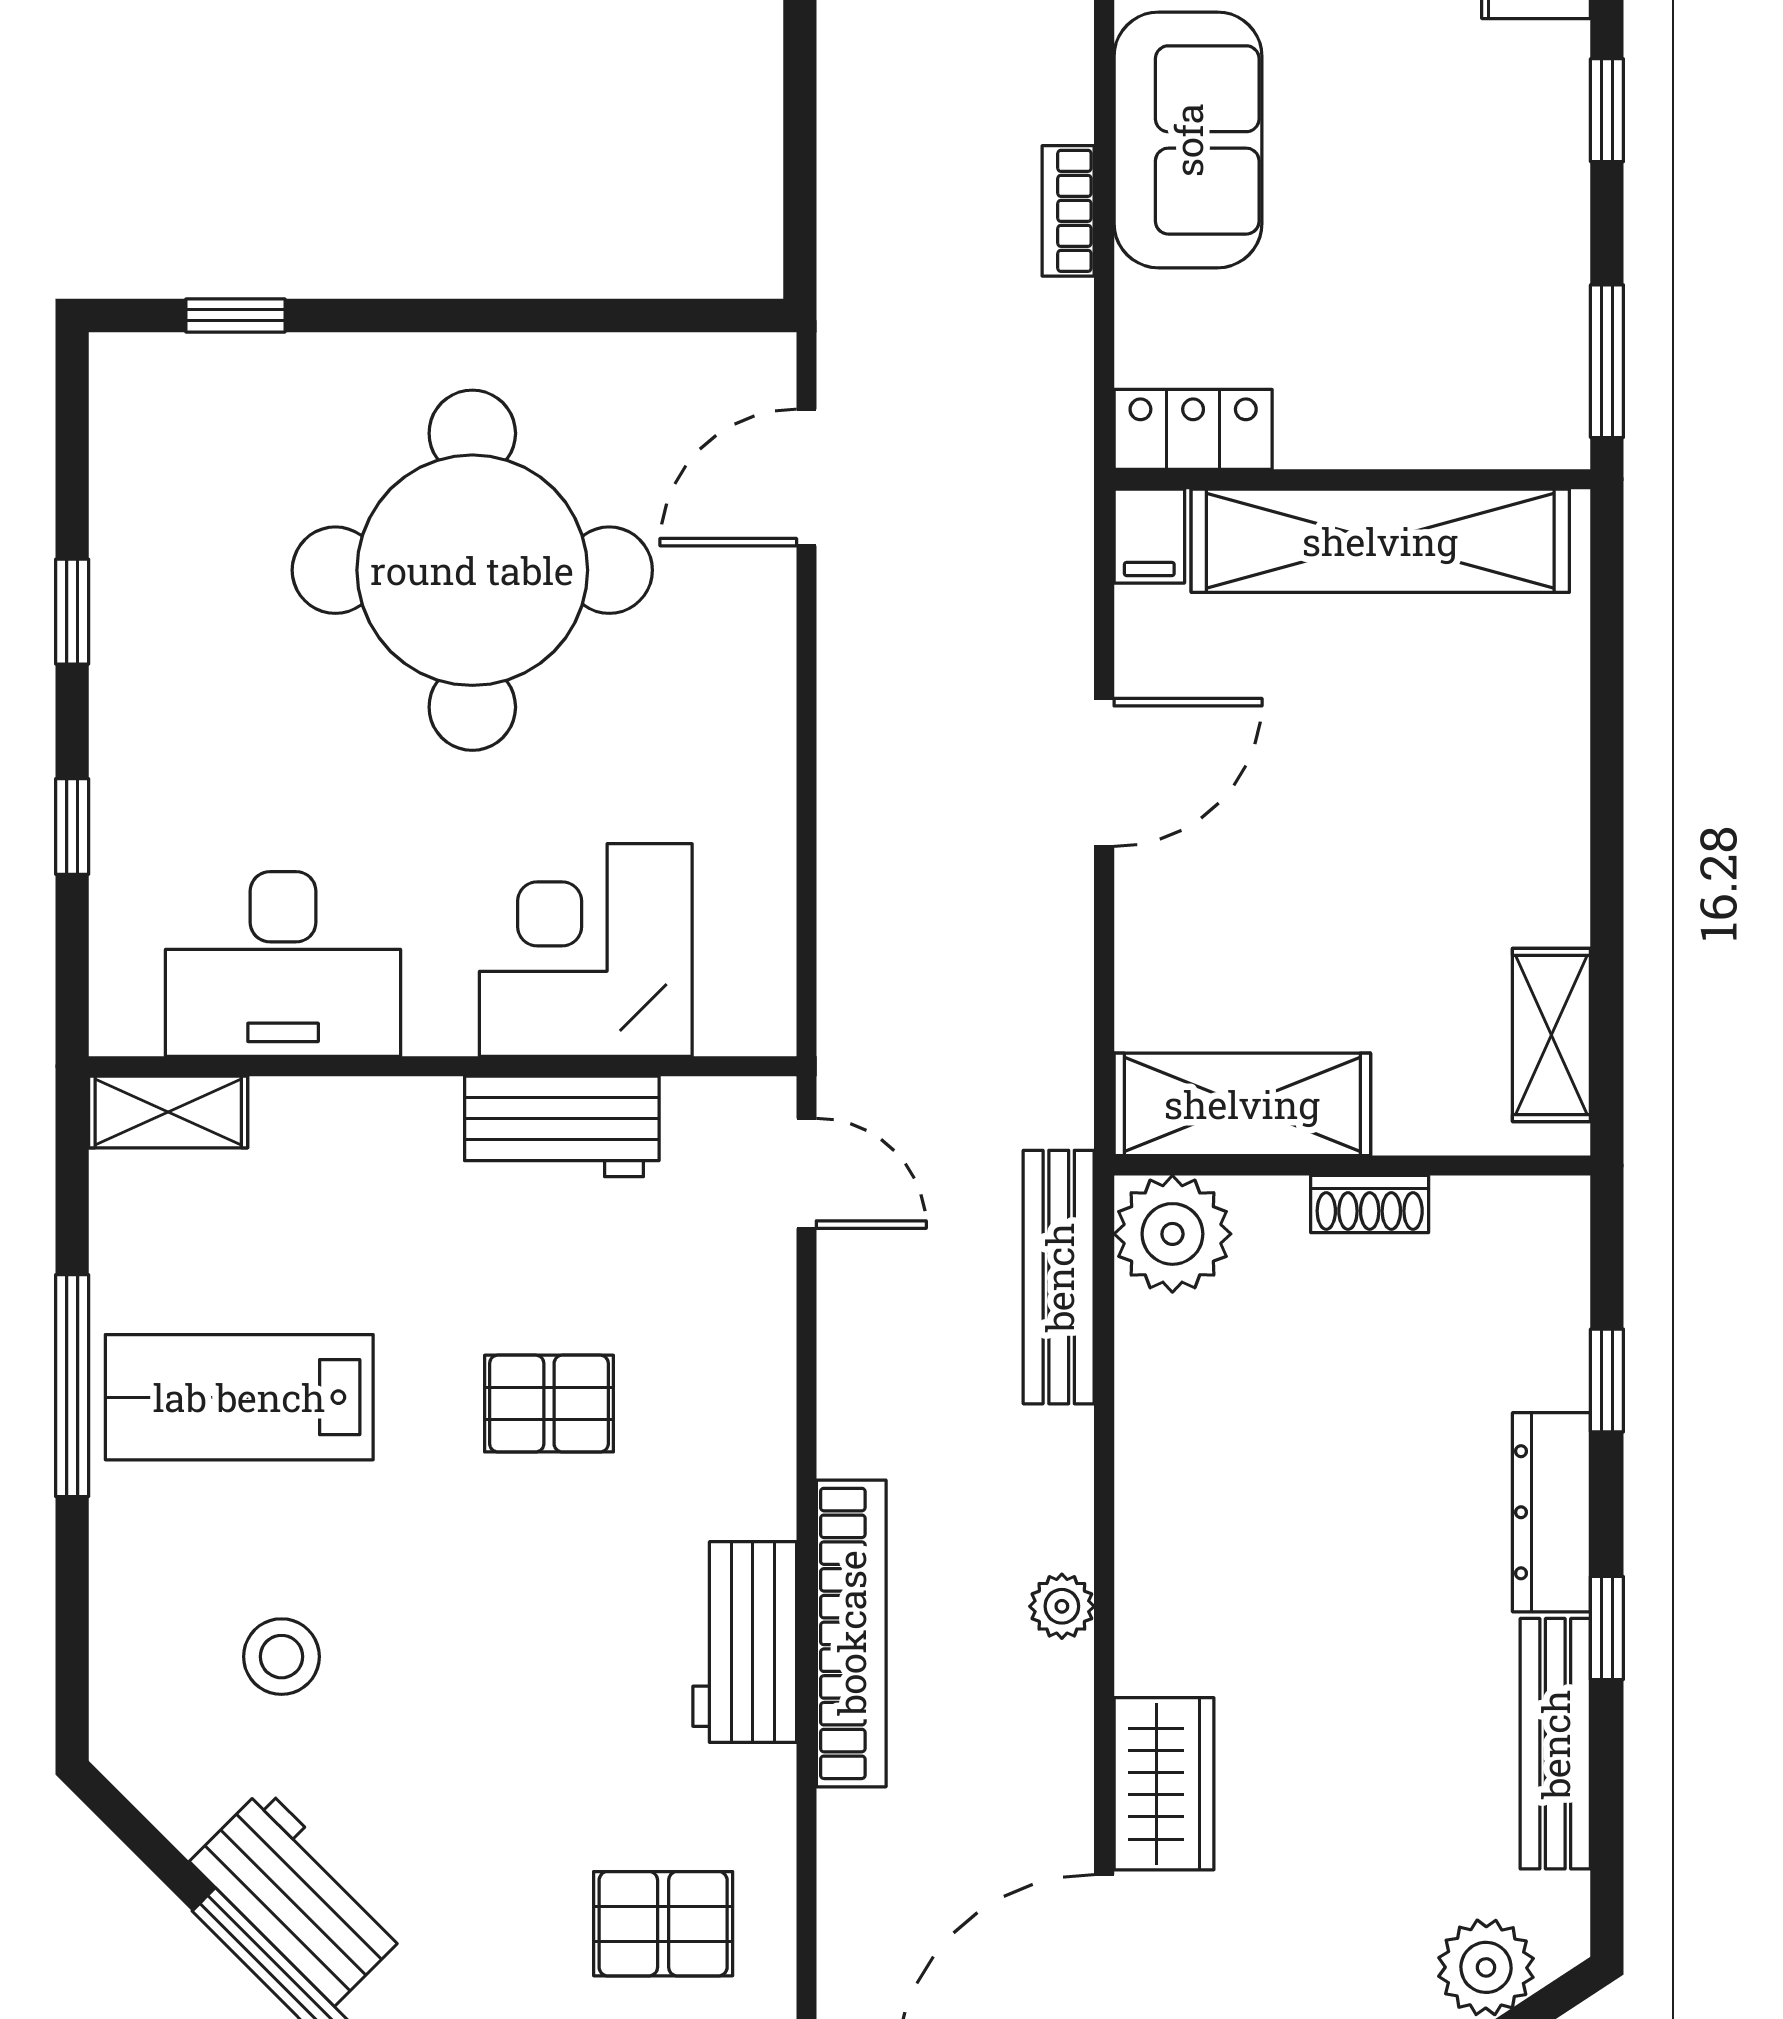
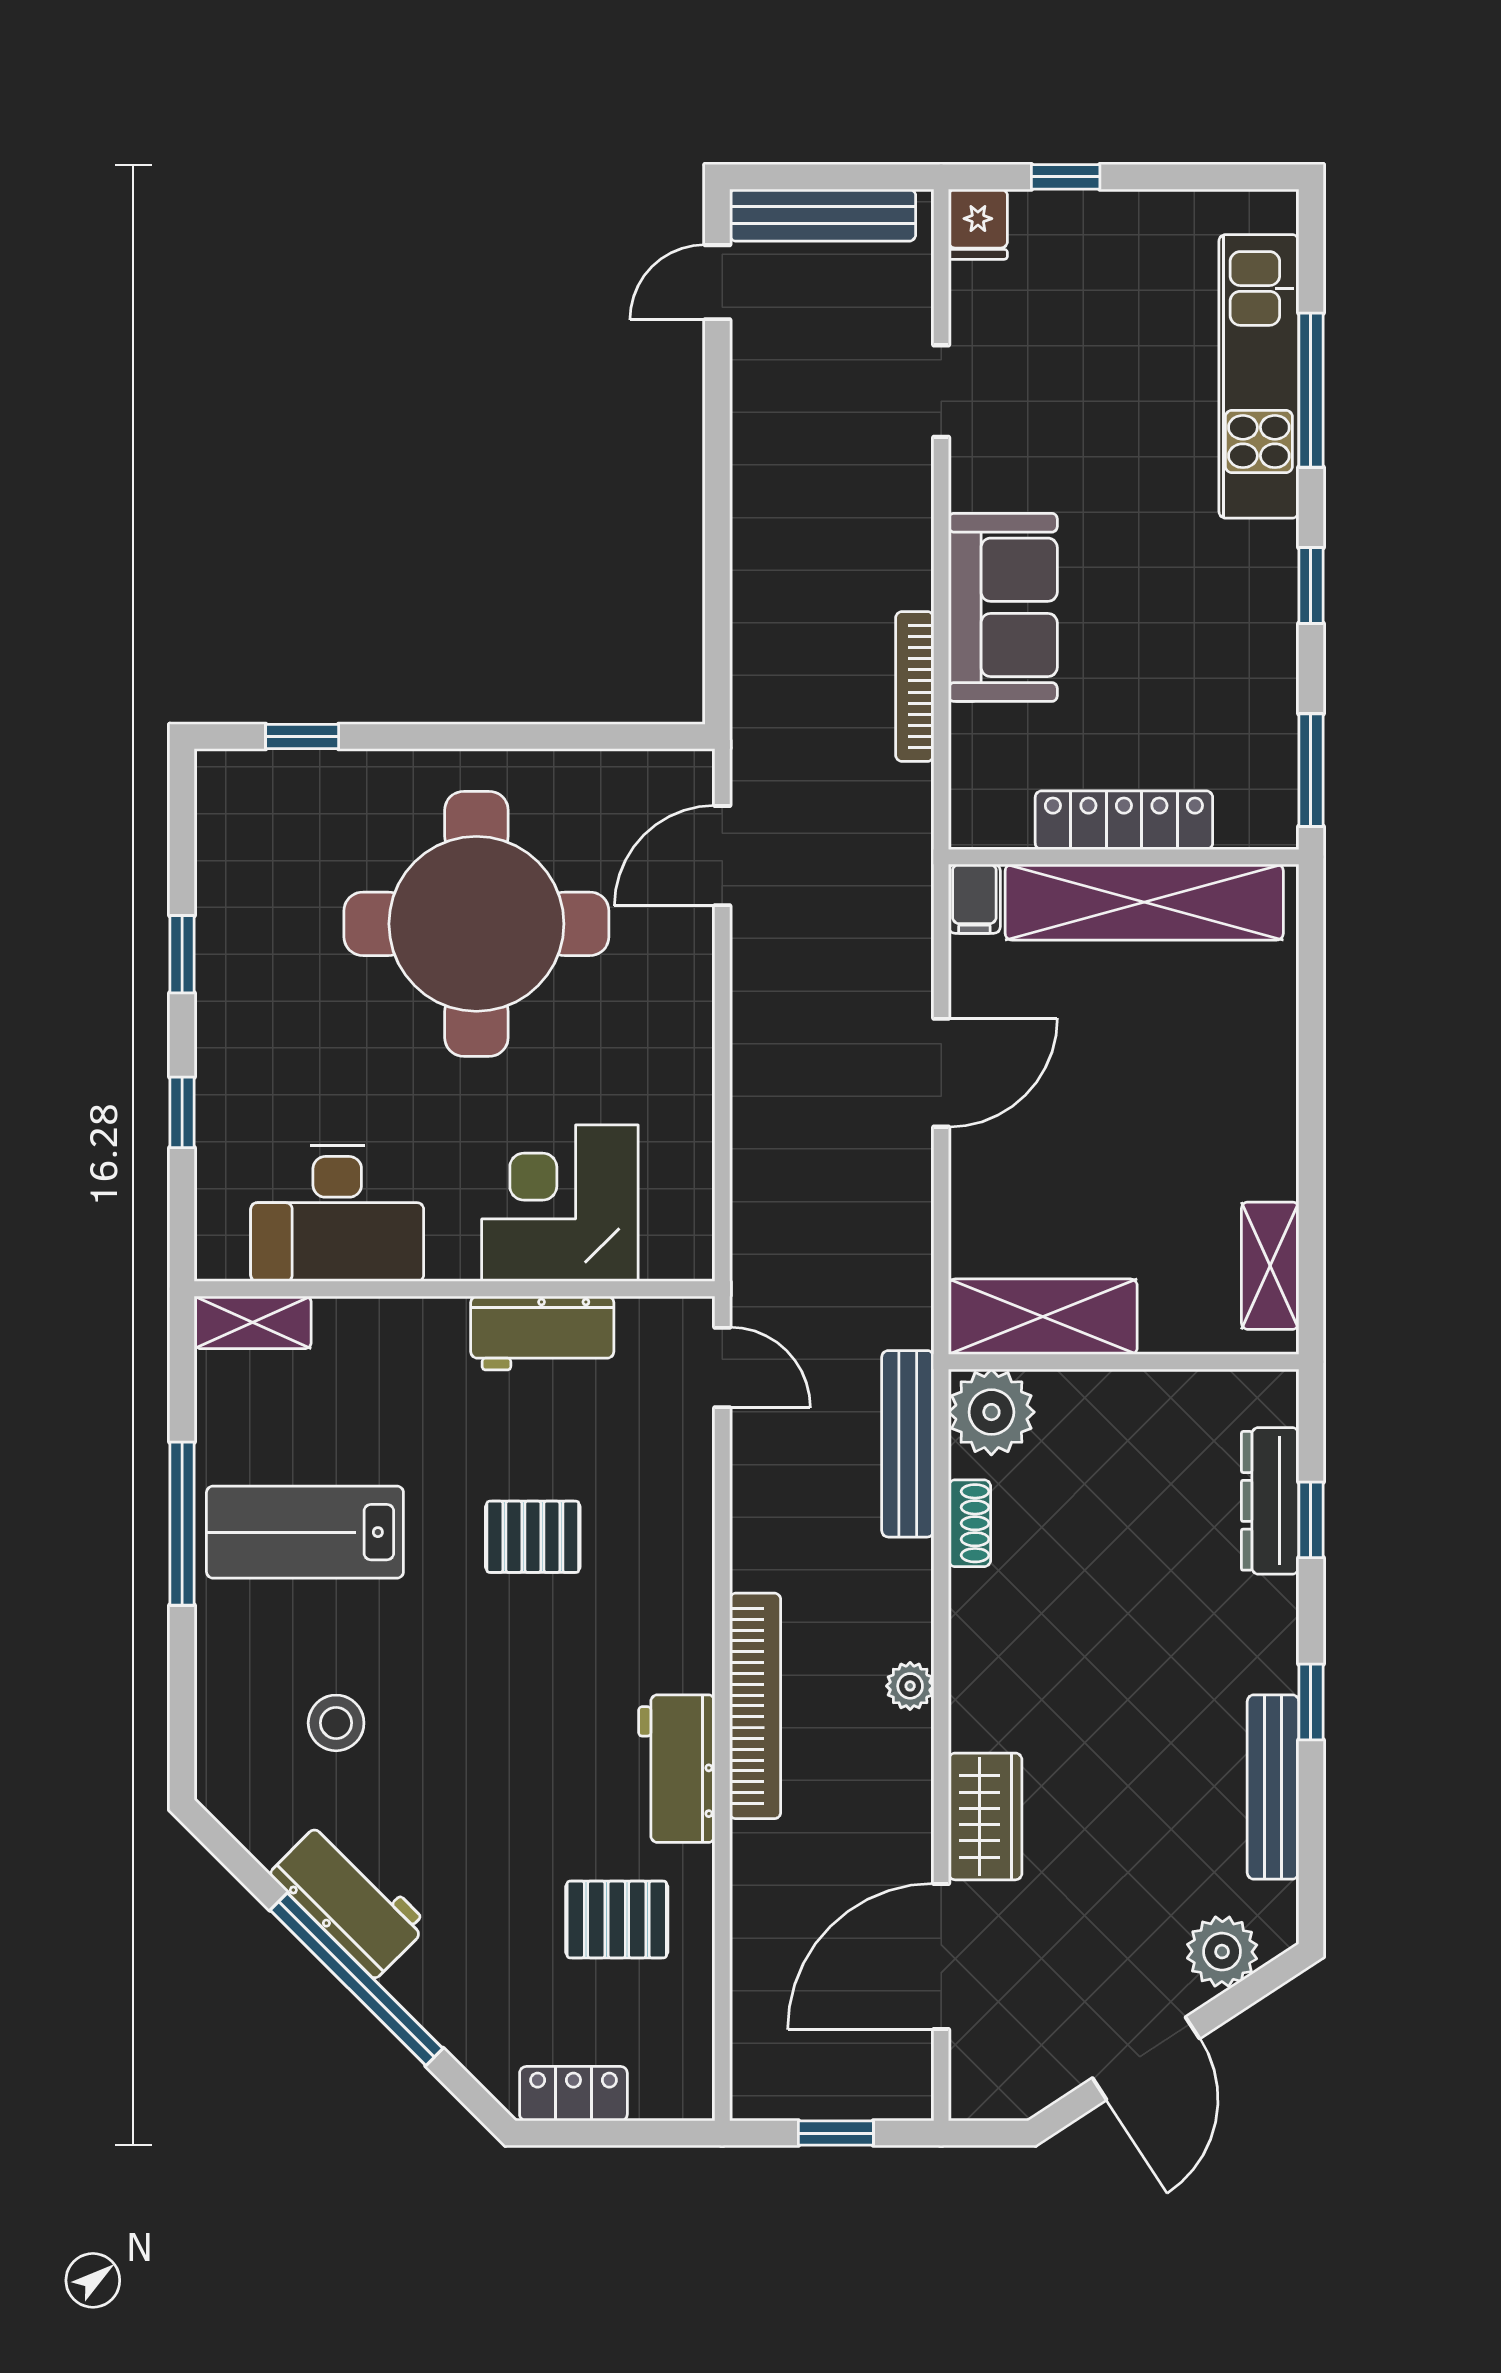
bookcase: (1068, 211) -> (915, 686), width x1.56
locker: (1193, 429) -> (1124, 820), moved, width x1.53
shoe rack: (1370, 1204) -> (970, 1523), moved, turned -90
dresser: (1551, 1512) -> (1270, 1501), moved
workbench: (745, 1642) -> (677, 1769), moved

